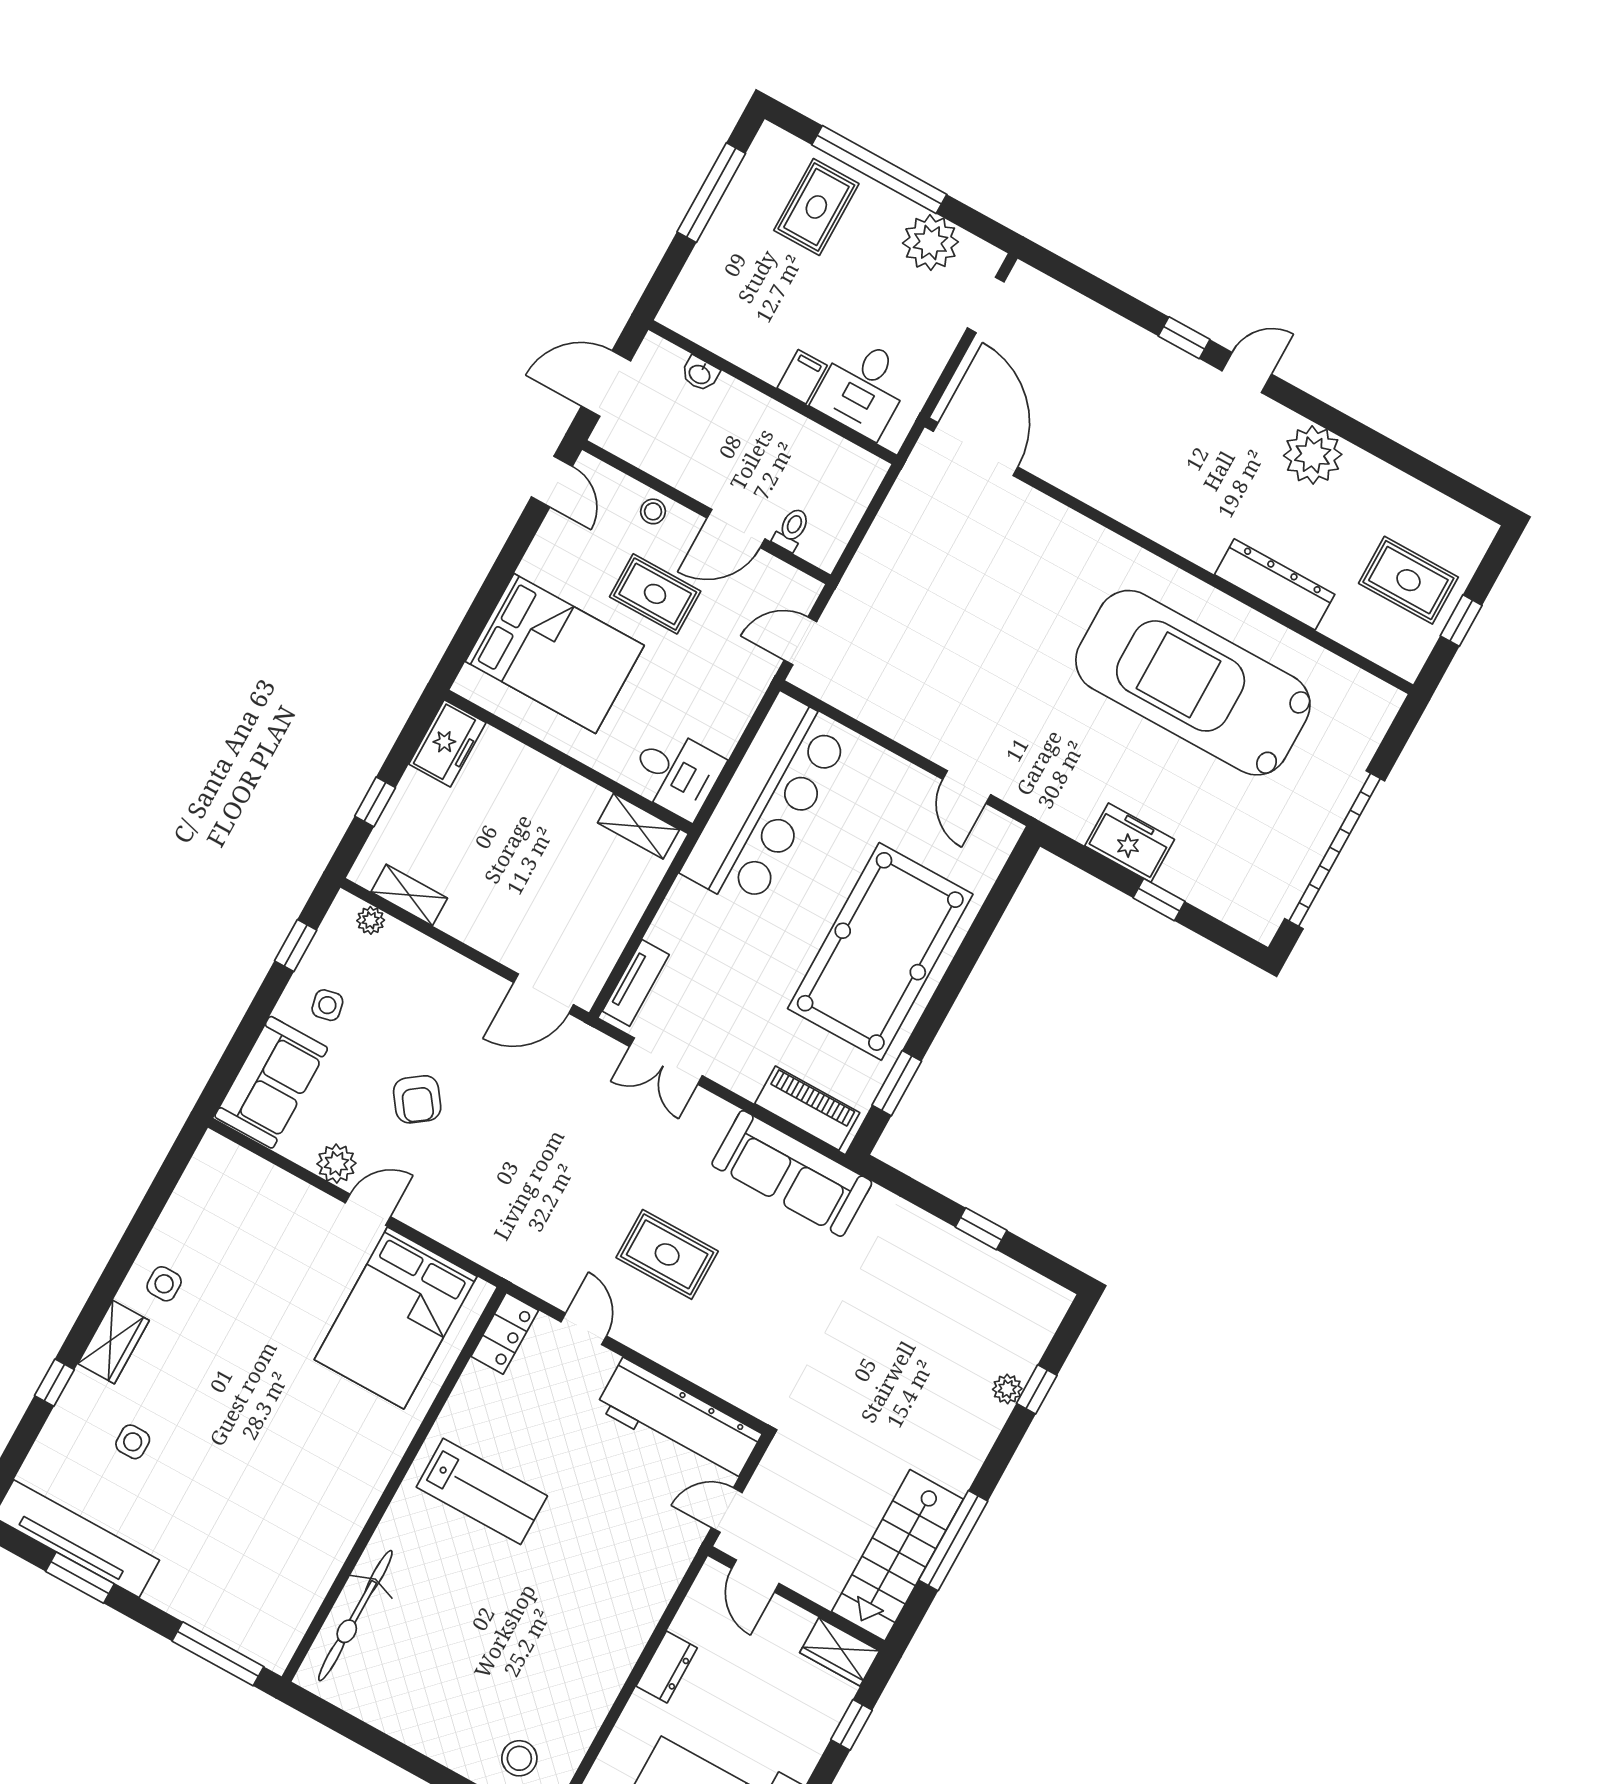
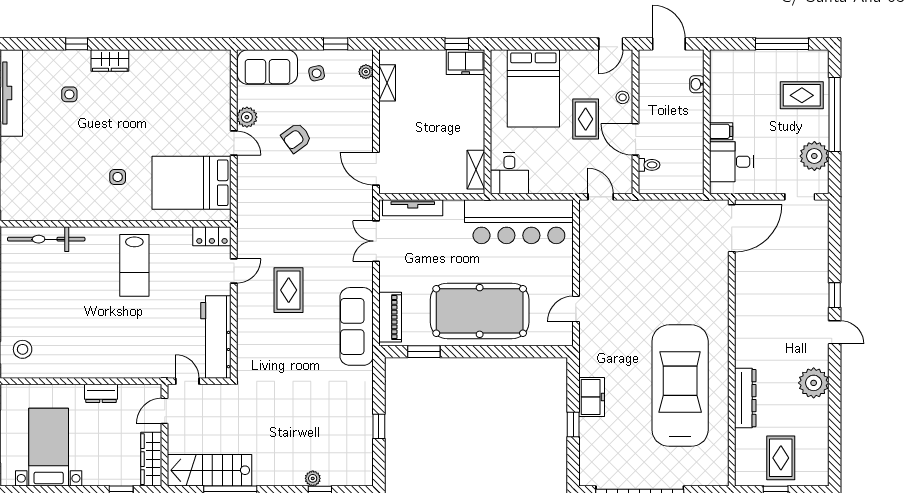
window: (375, 802) -> (457, 44), moved
tv unit: (636, 983) -> (413, 208), width x1.41
side table: (164, 1284) -> (118, 177), moved
wardrobe: (840, 1652) -> (151, 459), width x1.50

